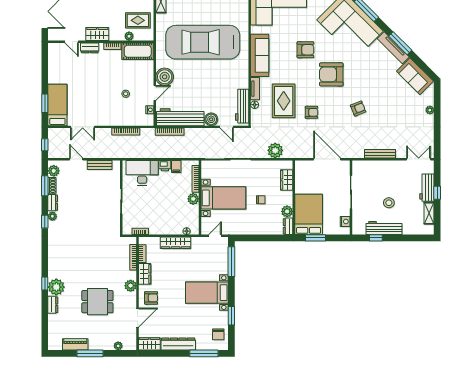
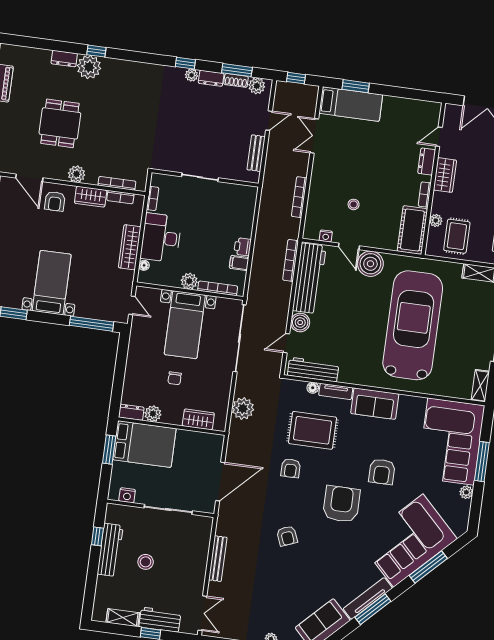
sofa: (260, 55) -> (375, 404), width x0.73
desk: (142, 173) -> (161, 238), moved, turned 180

